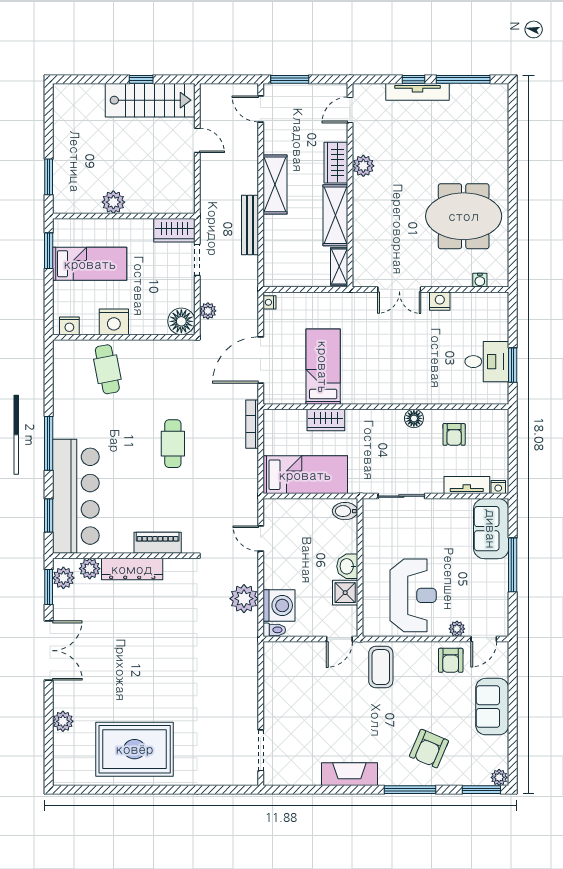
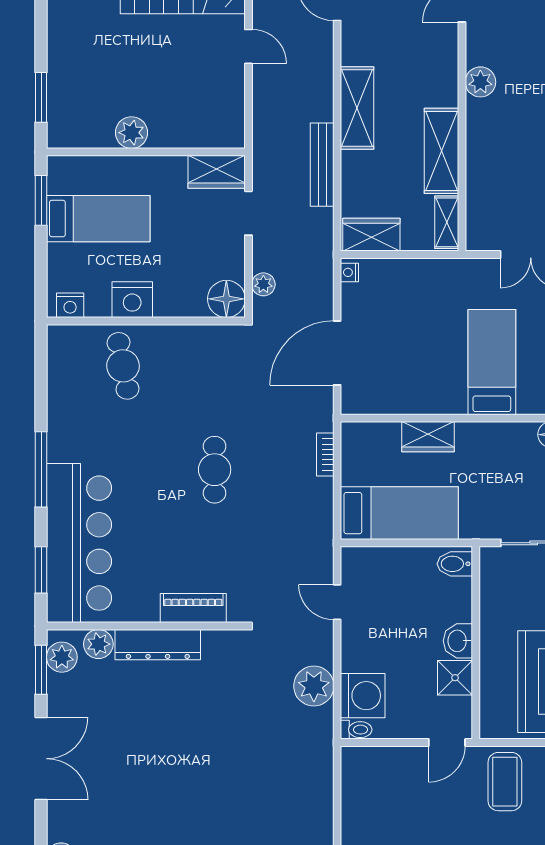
wardrobe: (336, 163) -> (371, 235), moved, turned 90
bed: (323, 367) -> (492, 362), moved
bookcase: (252, 424) -> (325, 455), width x0.64

